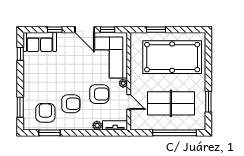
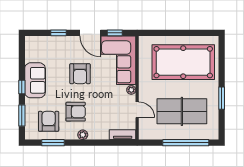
window: (156, 30) -> (166, 33), removed
sofa: (40, 42) -> (35, 80), moved, turned -90
window: (20, 54) -> (22, 87), moved
armchair: (99, 94) -> (80, 74), moved, turned 90
window: (208, 102) -> (222, 98), moved
plant: (97, 126) -> (83, 135), moved

